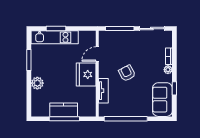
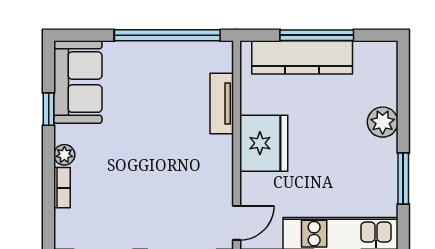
door: (97, 54) -> (237, 223), moved
armchair: (127, 73) -> (164, 146), removed
kitchen counter: (64, 110) -> (302, 57), width x1.50

